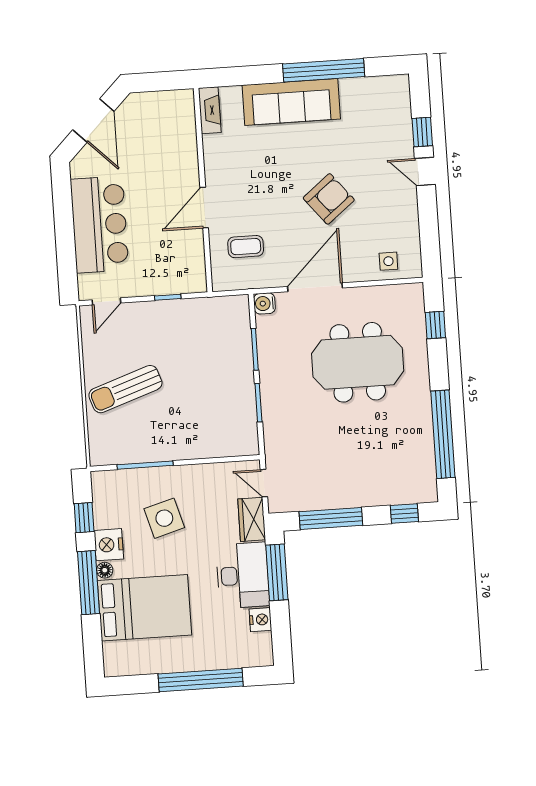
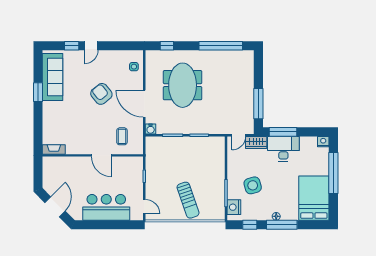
window: (324, 70) -> (38, 92), width x0.47
sofa: (291, 102) -> (53, 77), moved
door: (93, 121) -> (55, 207), hinge flipped
window: (404, 513) -> (258, 67), removed
nightstand: (109, 545) -> (234, 207), moved, turned 90
bed: (144, 608) -> (314, 198), moved
nightstand: (260, 620) -> (323, 142), moved

